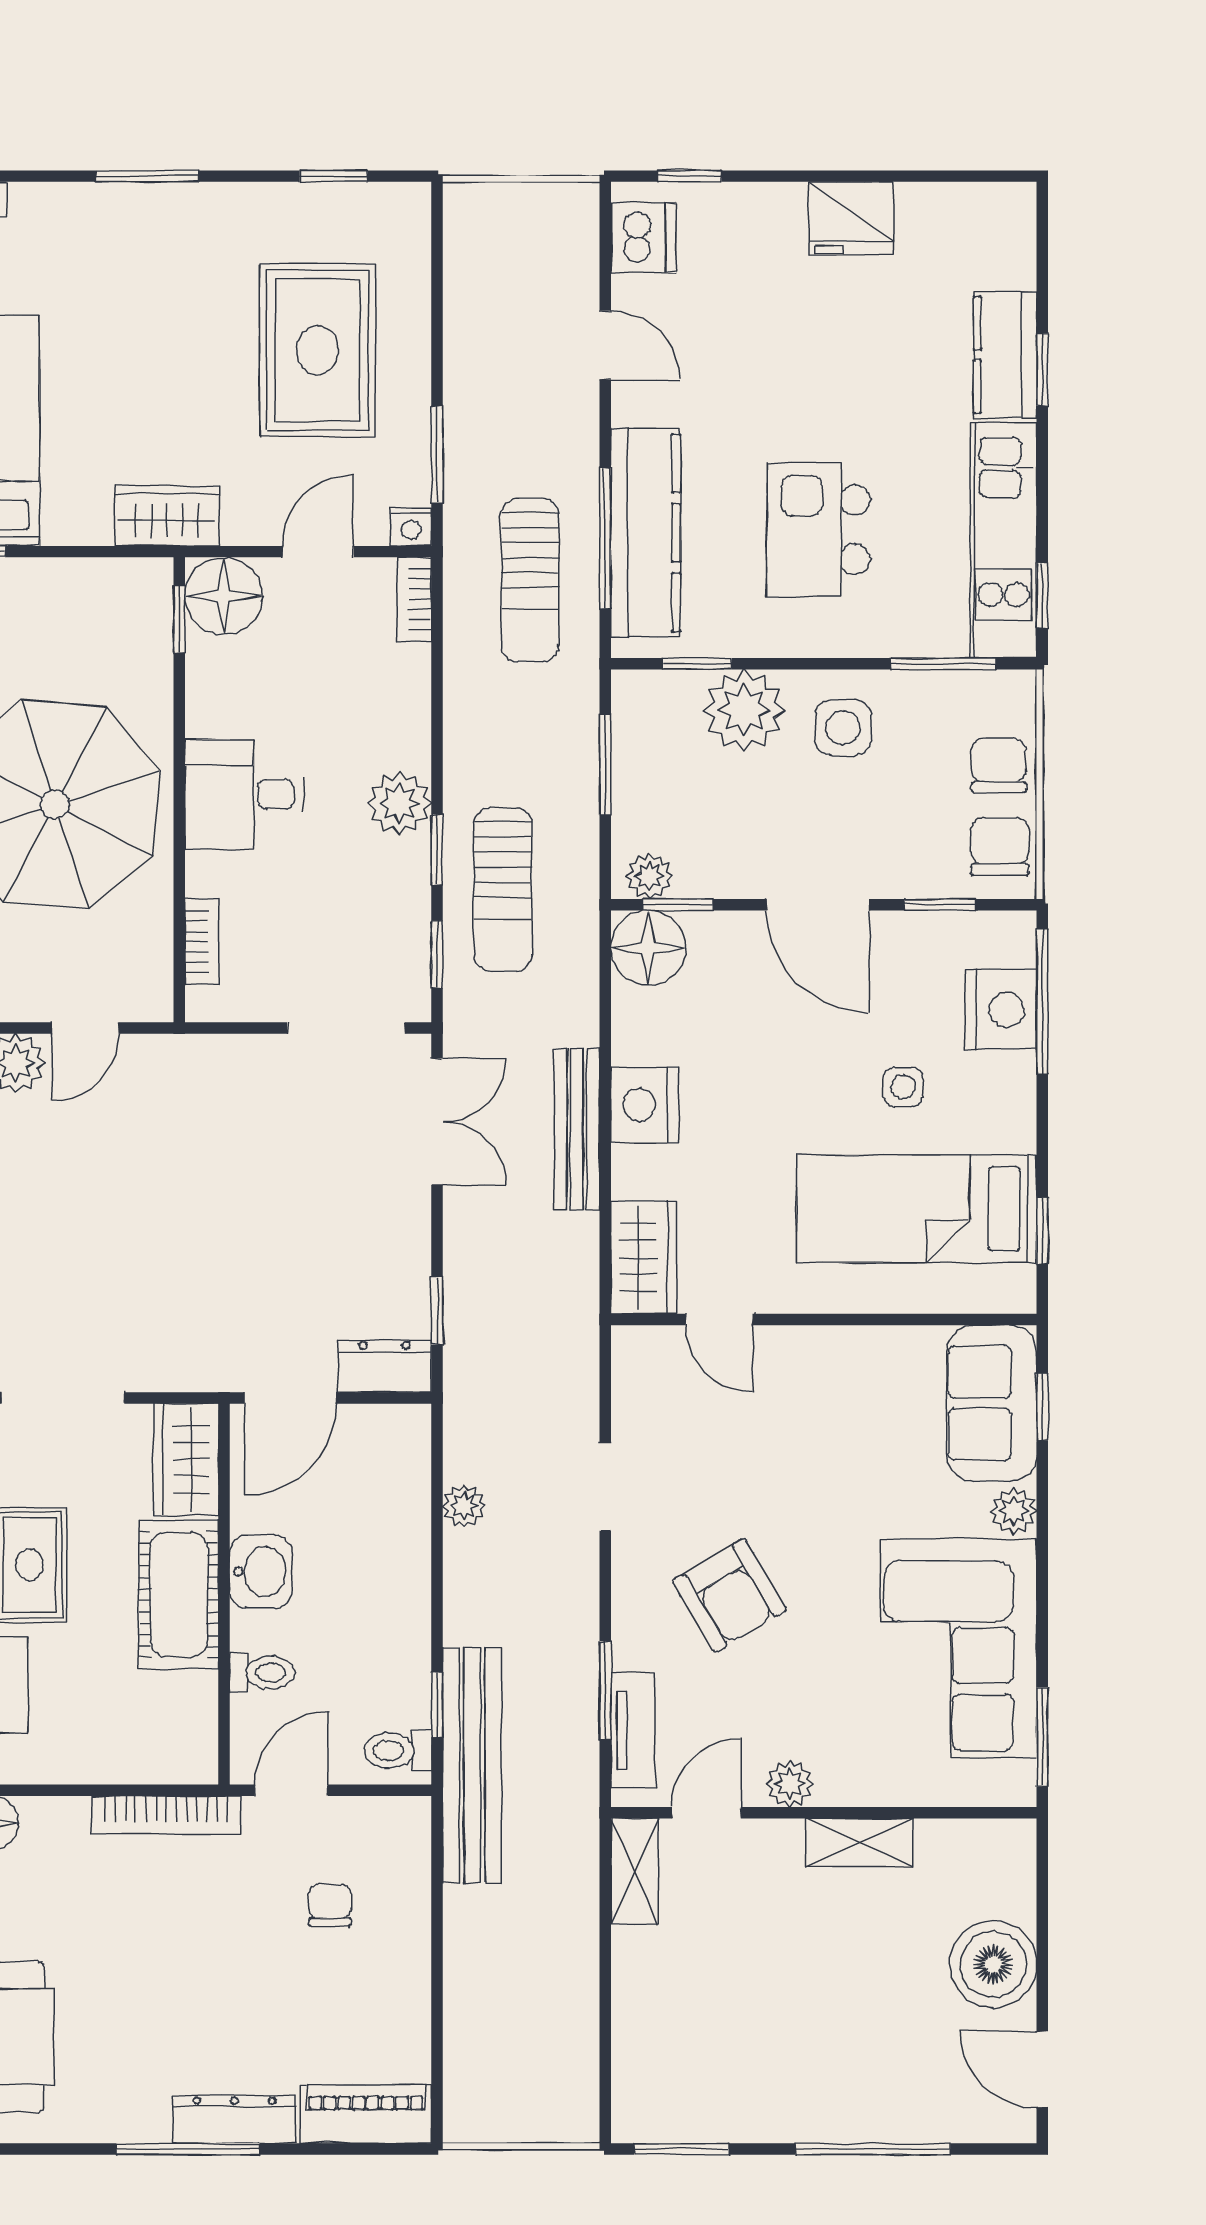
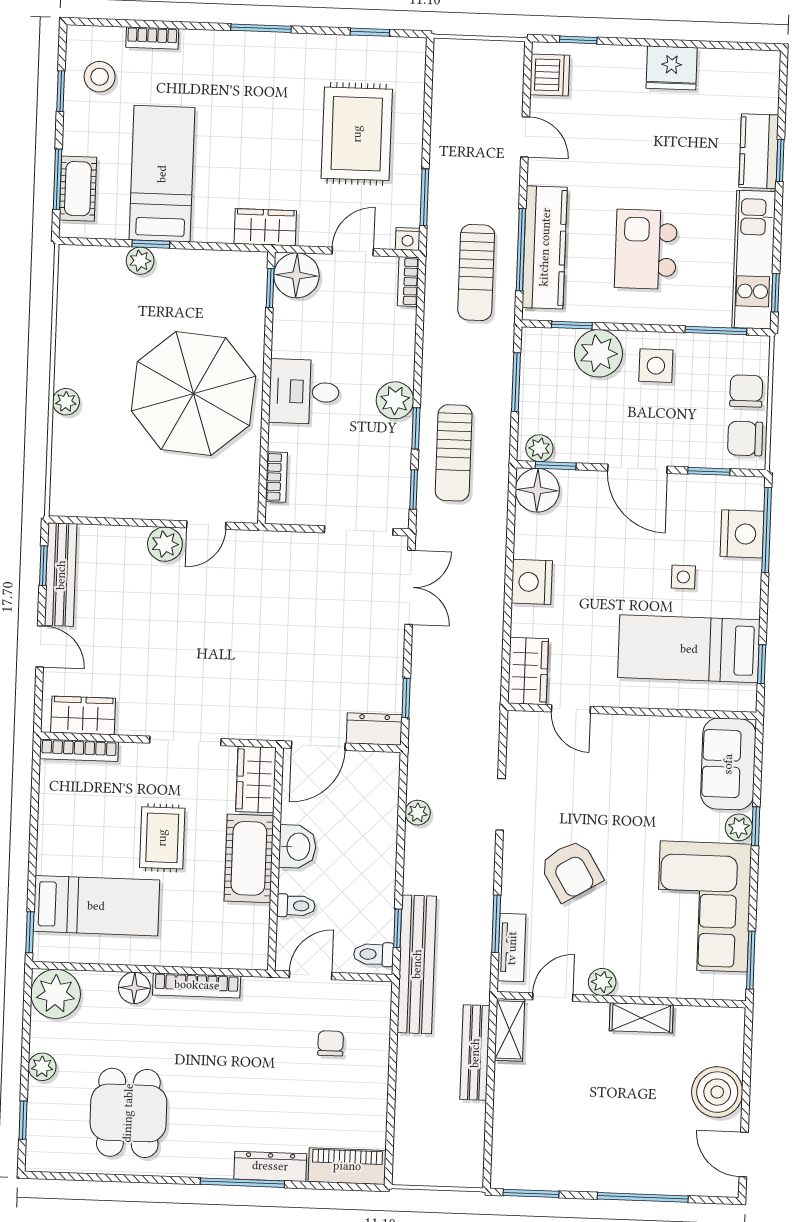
chair: (1000, 846) -> (745, 438), turned -90
bench: (577, 1129) -> (475, 1053), moved
window: (1042, 1407) -> (756, 826), moved
bookcase: (166, 1815) -> (197, 985), moved

